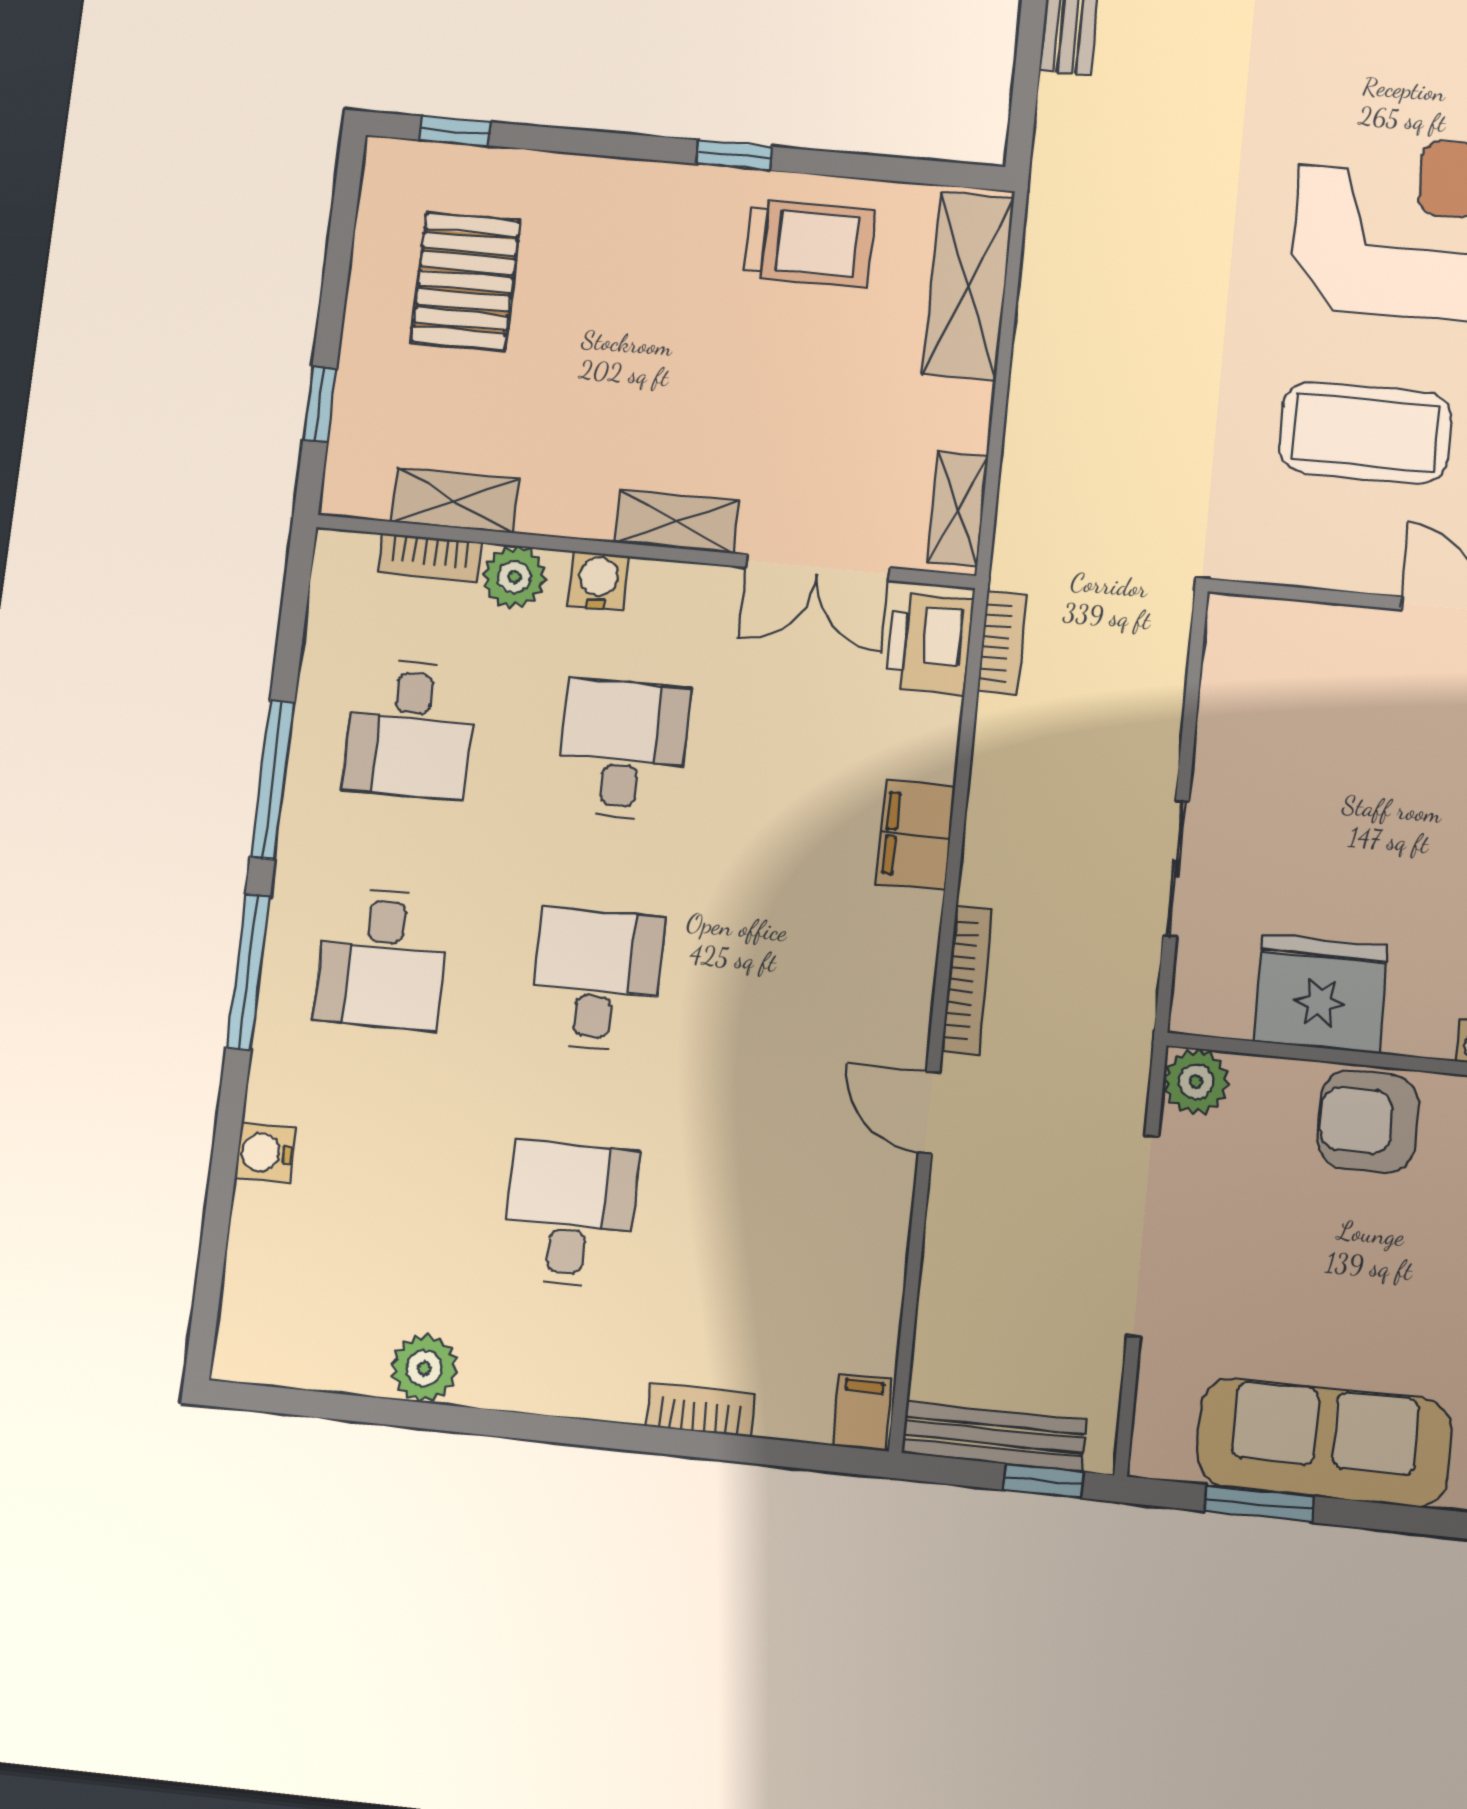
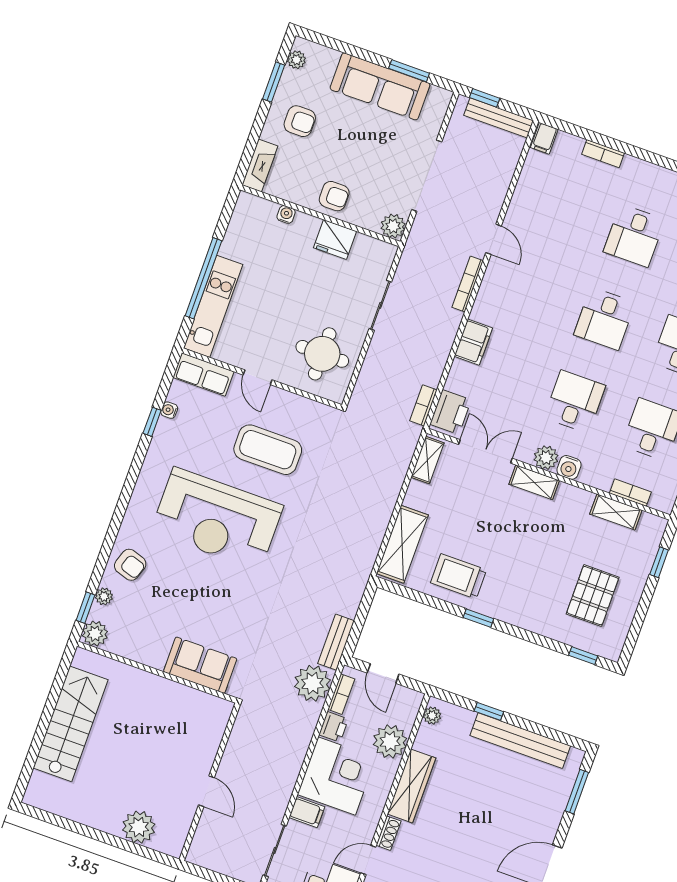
plant: (514, 577) -> (546, 458), moved
round table: (1292, 708) -> (322, 354), added
desk: (623, 749) -> (575, 402), turned 180
fridge: (1320, 994) -> (335, 239), width x0.73, depth x0.75
armchair: (1368, 1121) -> (334, 196), width x0.72, depth x0.72

